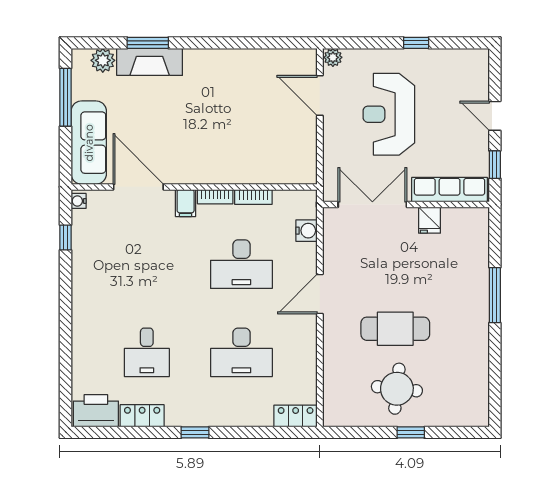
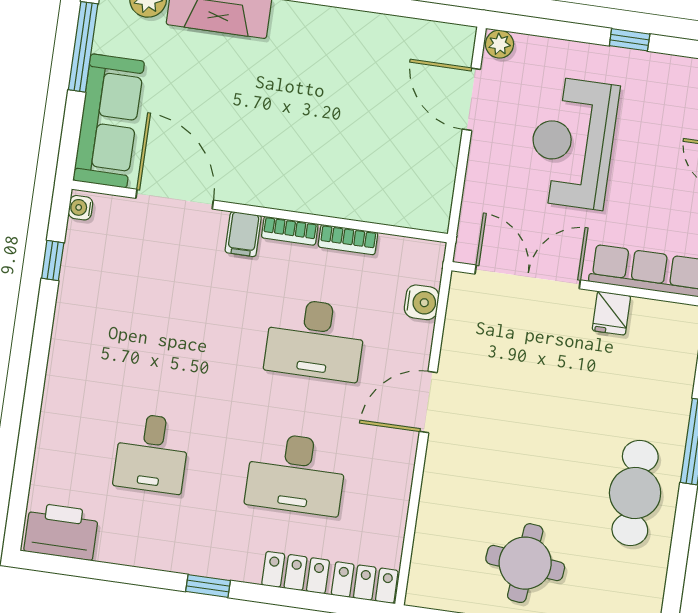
cafe table: (395, 329) -> (635, 493), moved, turned 90
locker: (142, 416) -> (296, 573), moved

